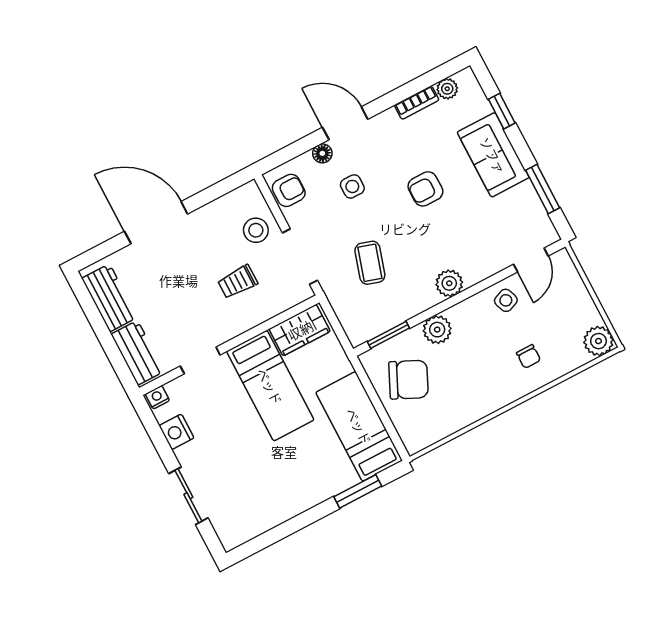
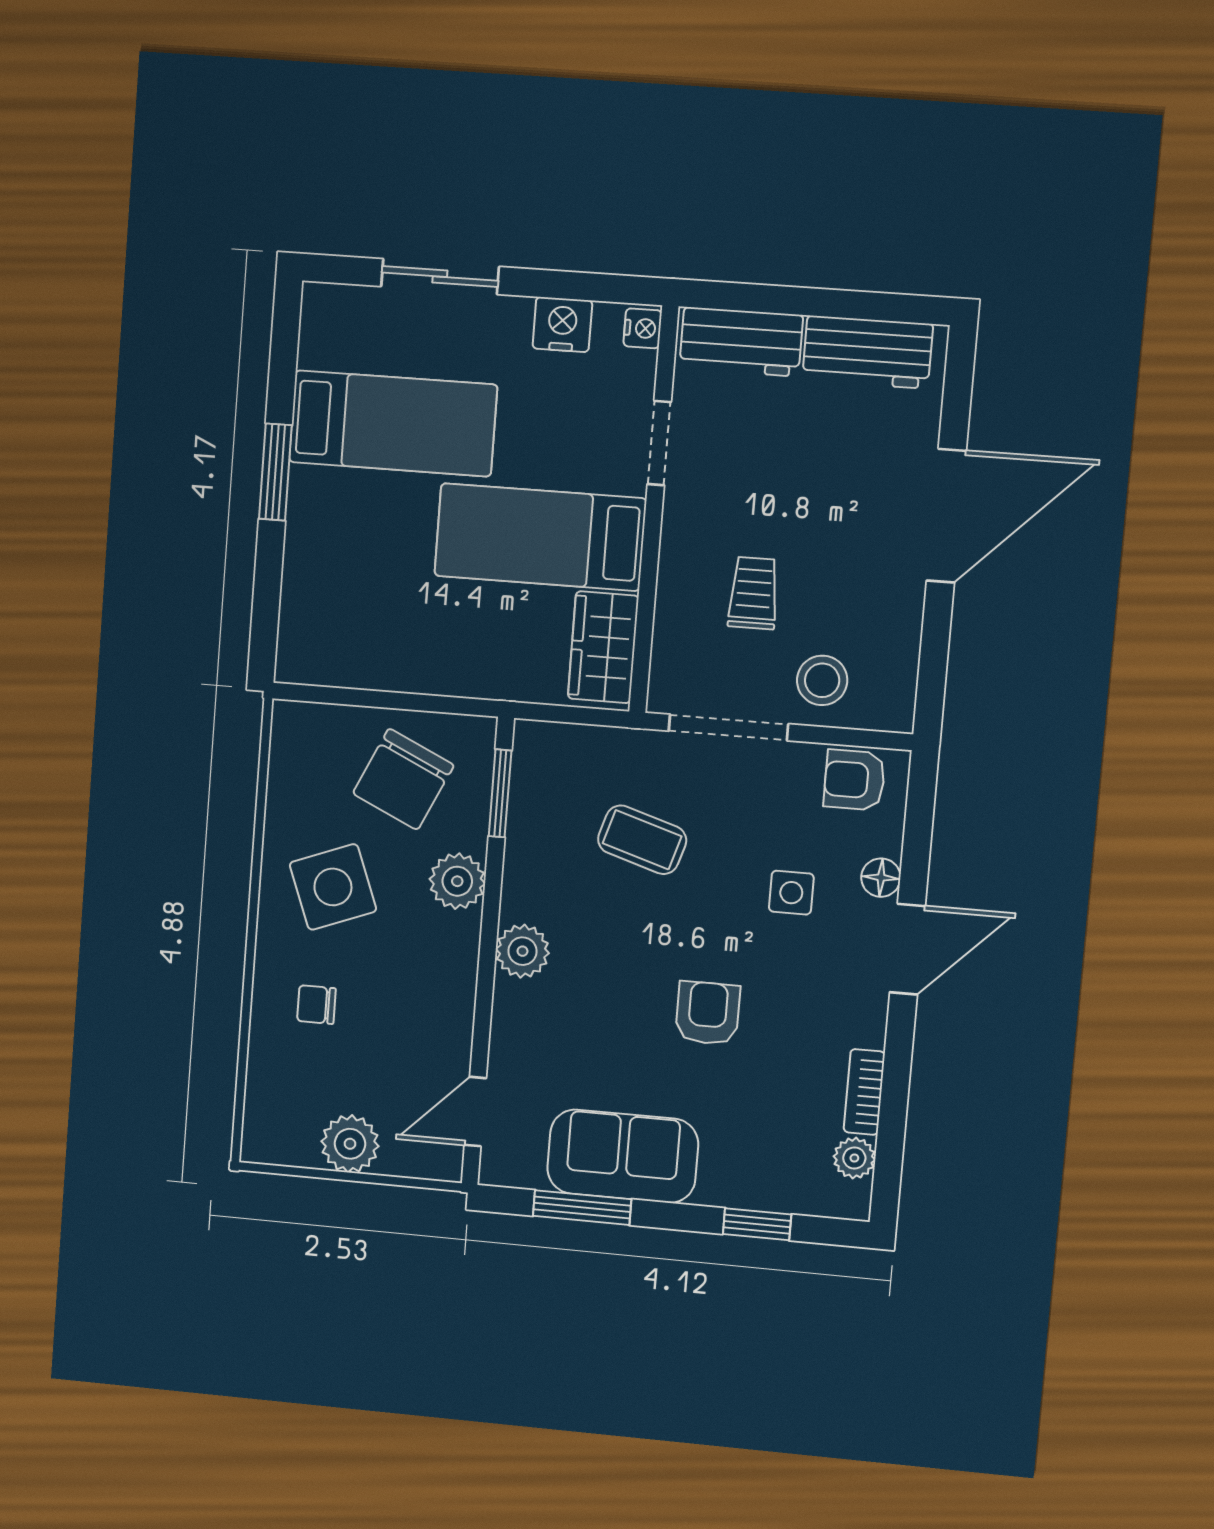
sofa: (493, 155) -> (623, 1156), moved
armchair: (289, 190) -> (854, 780), turned 90
door: (531, 260) -> (475, 1112), hinge flipped
side table: (506, 300) -> (333, 887), moved, width x1.87, depth x1.87
plant: (598, 341) -> (350, 1144), moved
bed: (359, 426) -> (393, 423), moved
window: (358, 491) -> (275, 472), moved

